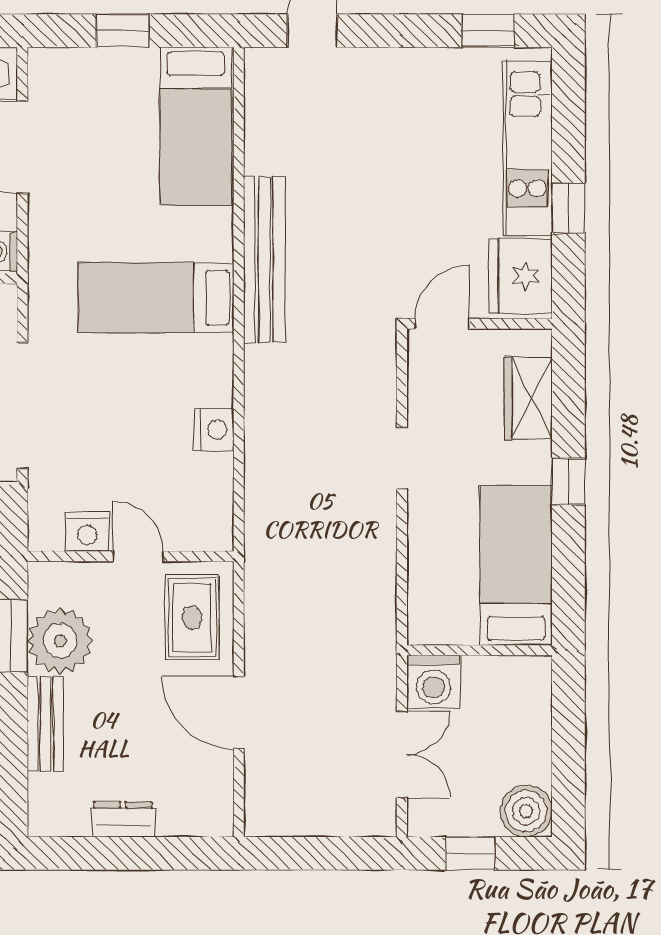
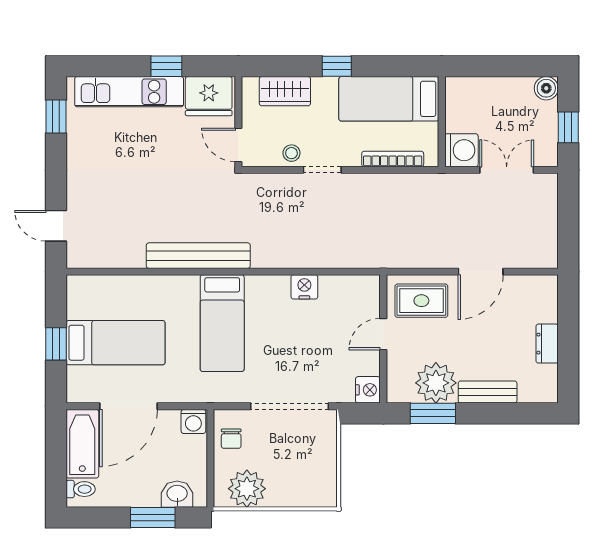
bed: (196, 126) -> (116, 343), moved
stool: (429, 409) -> (291, 153), added
nightstand: (87, 532) -> (368, 390), moved
bookcase: (419, 571) -> (393, 159), added
boiler: (526, 811) -> (546, 88), width x0.73, depth x0.73

